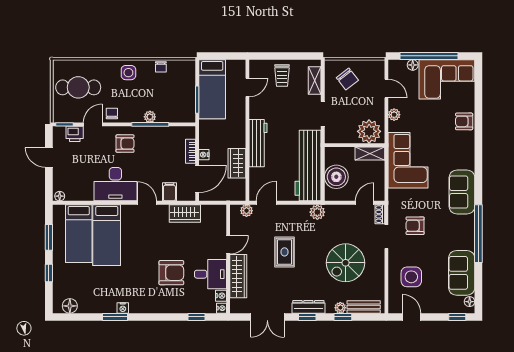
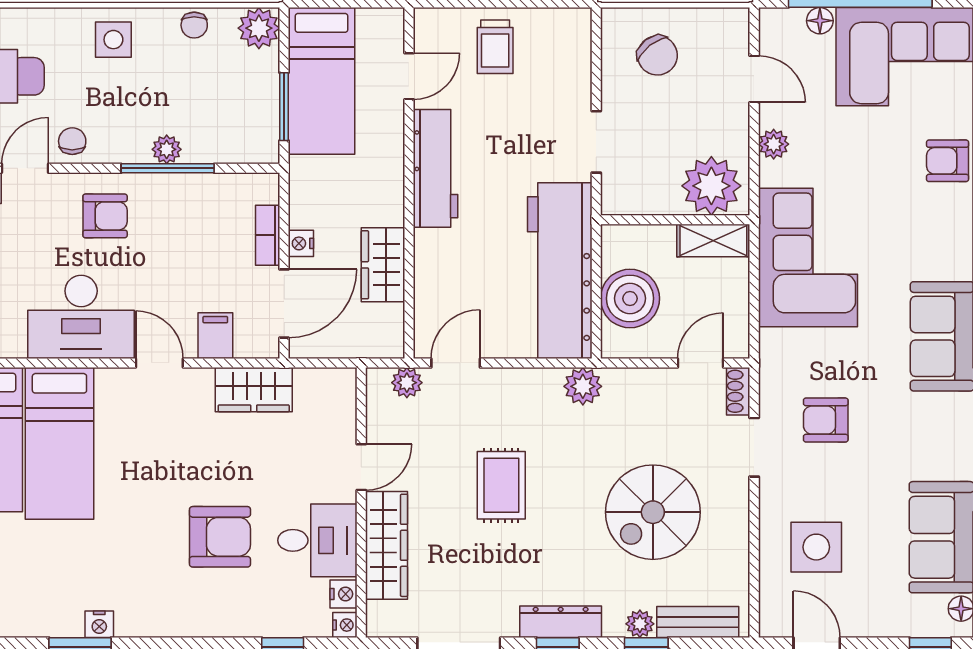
plant: (187, 68) -> (259, 28), added
shelving: (315, 81) -> (576, 59), removed
workbench: (258, 143) -> (435, 168), moved

